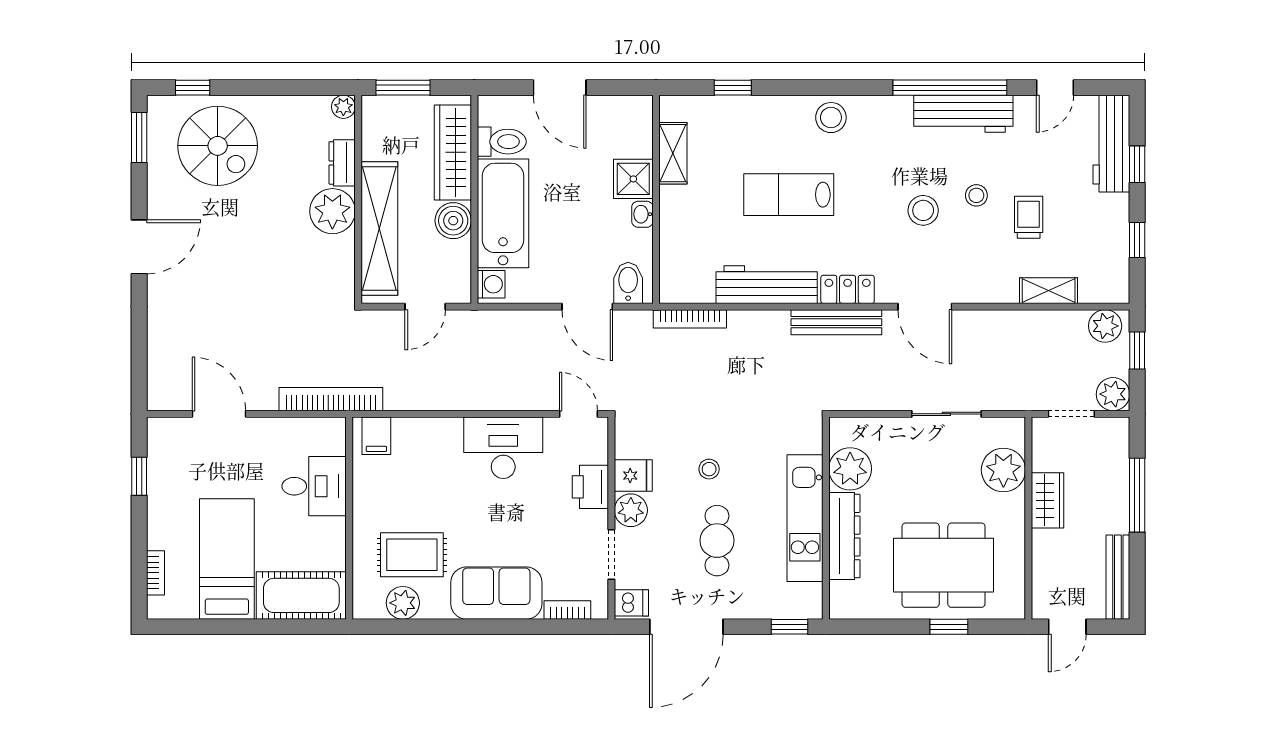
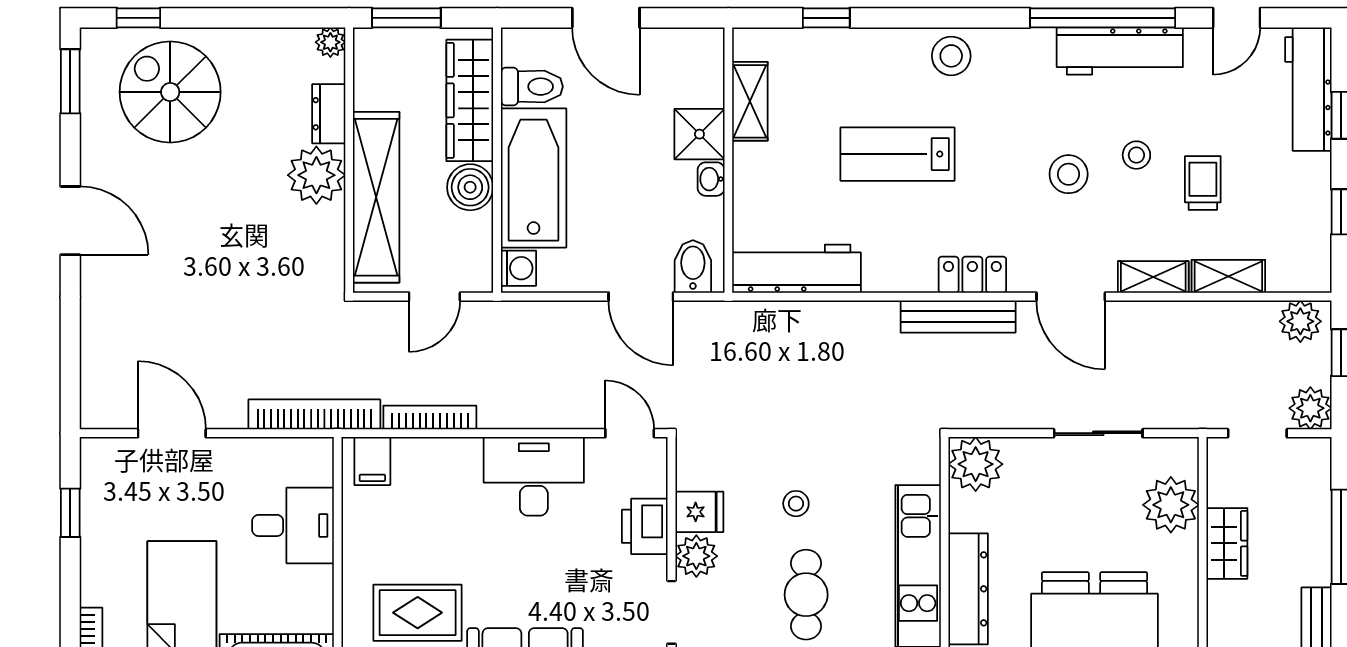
spiral stairs: (218, 146) -> (170, 92), turned 180
door: (139, 247) -> (70, 221), hinge flipped
workbench: (767, 285) -> (796, 269), moved
shelving: (990, 291) -> (1153, 277), added
bookcase: (690, 319) -> (430, 418), moved, turned 180
plant: (850, 469) -> (976, 464), moved

